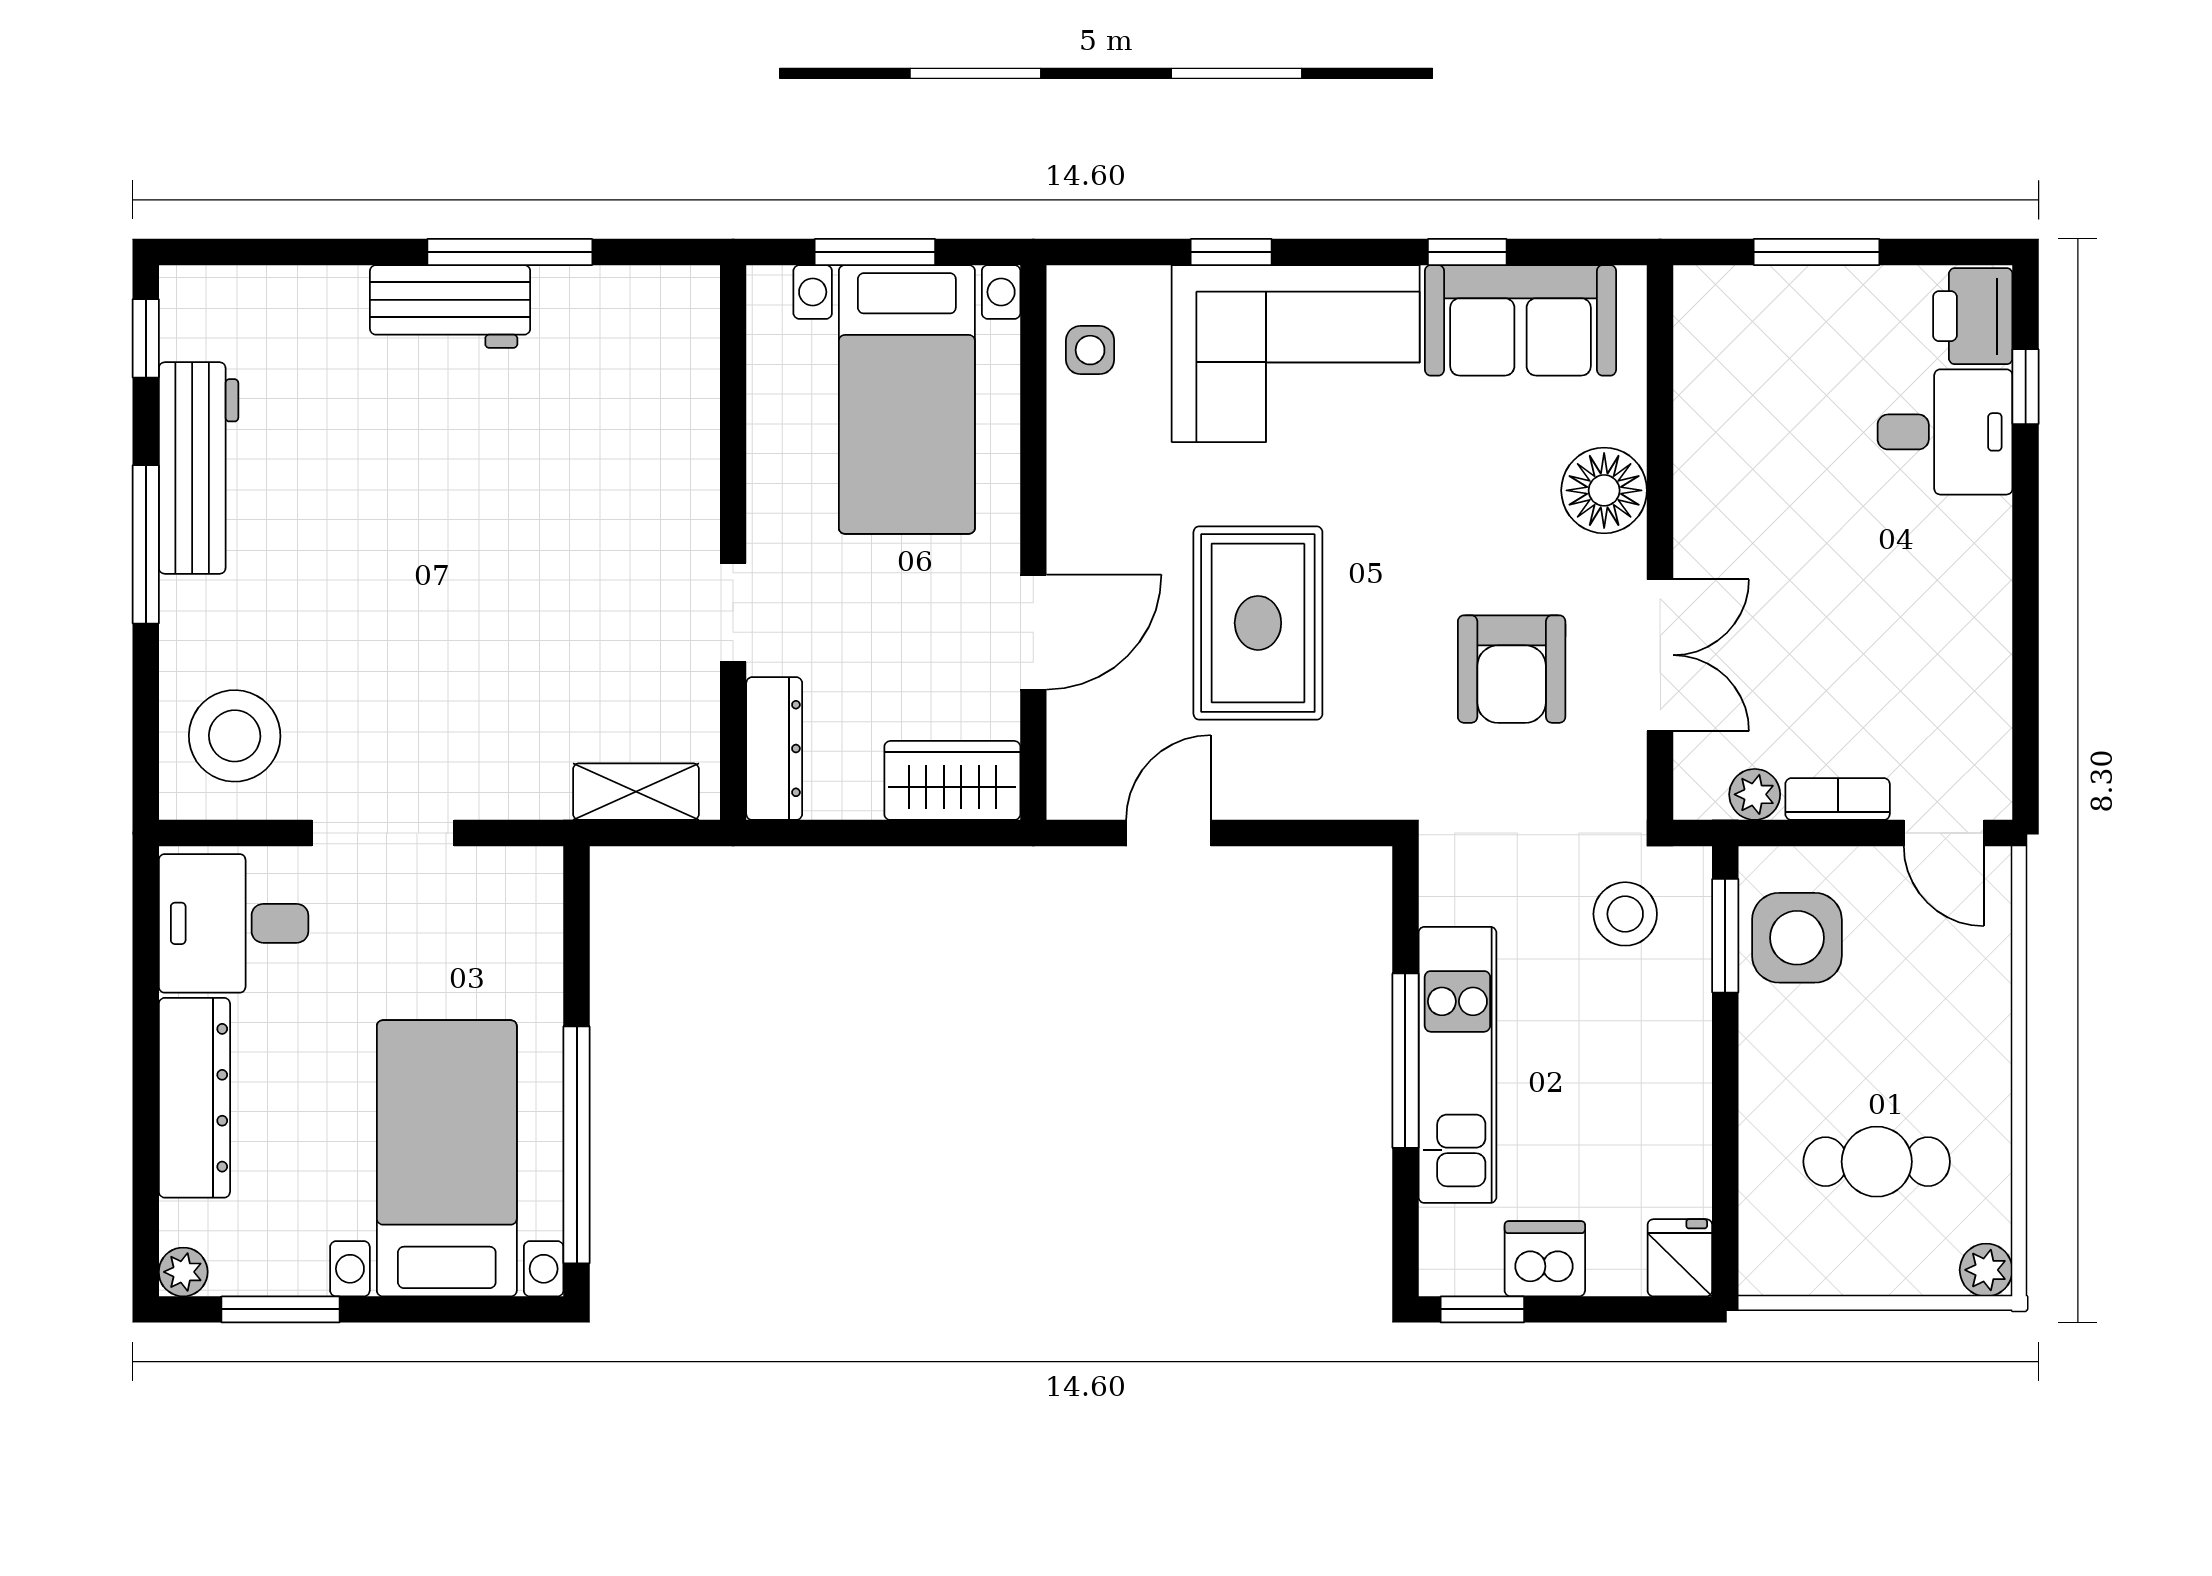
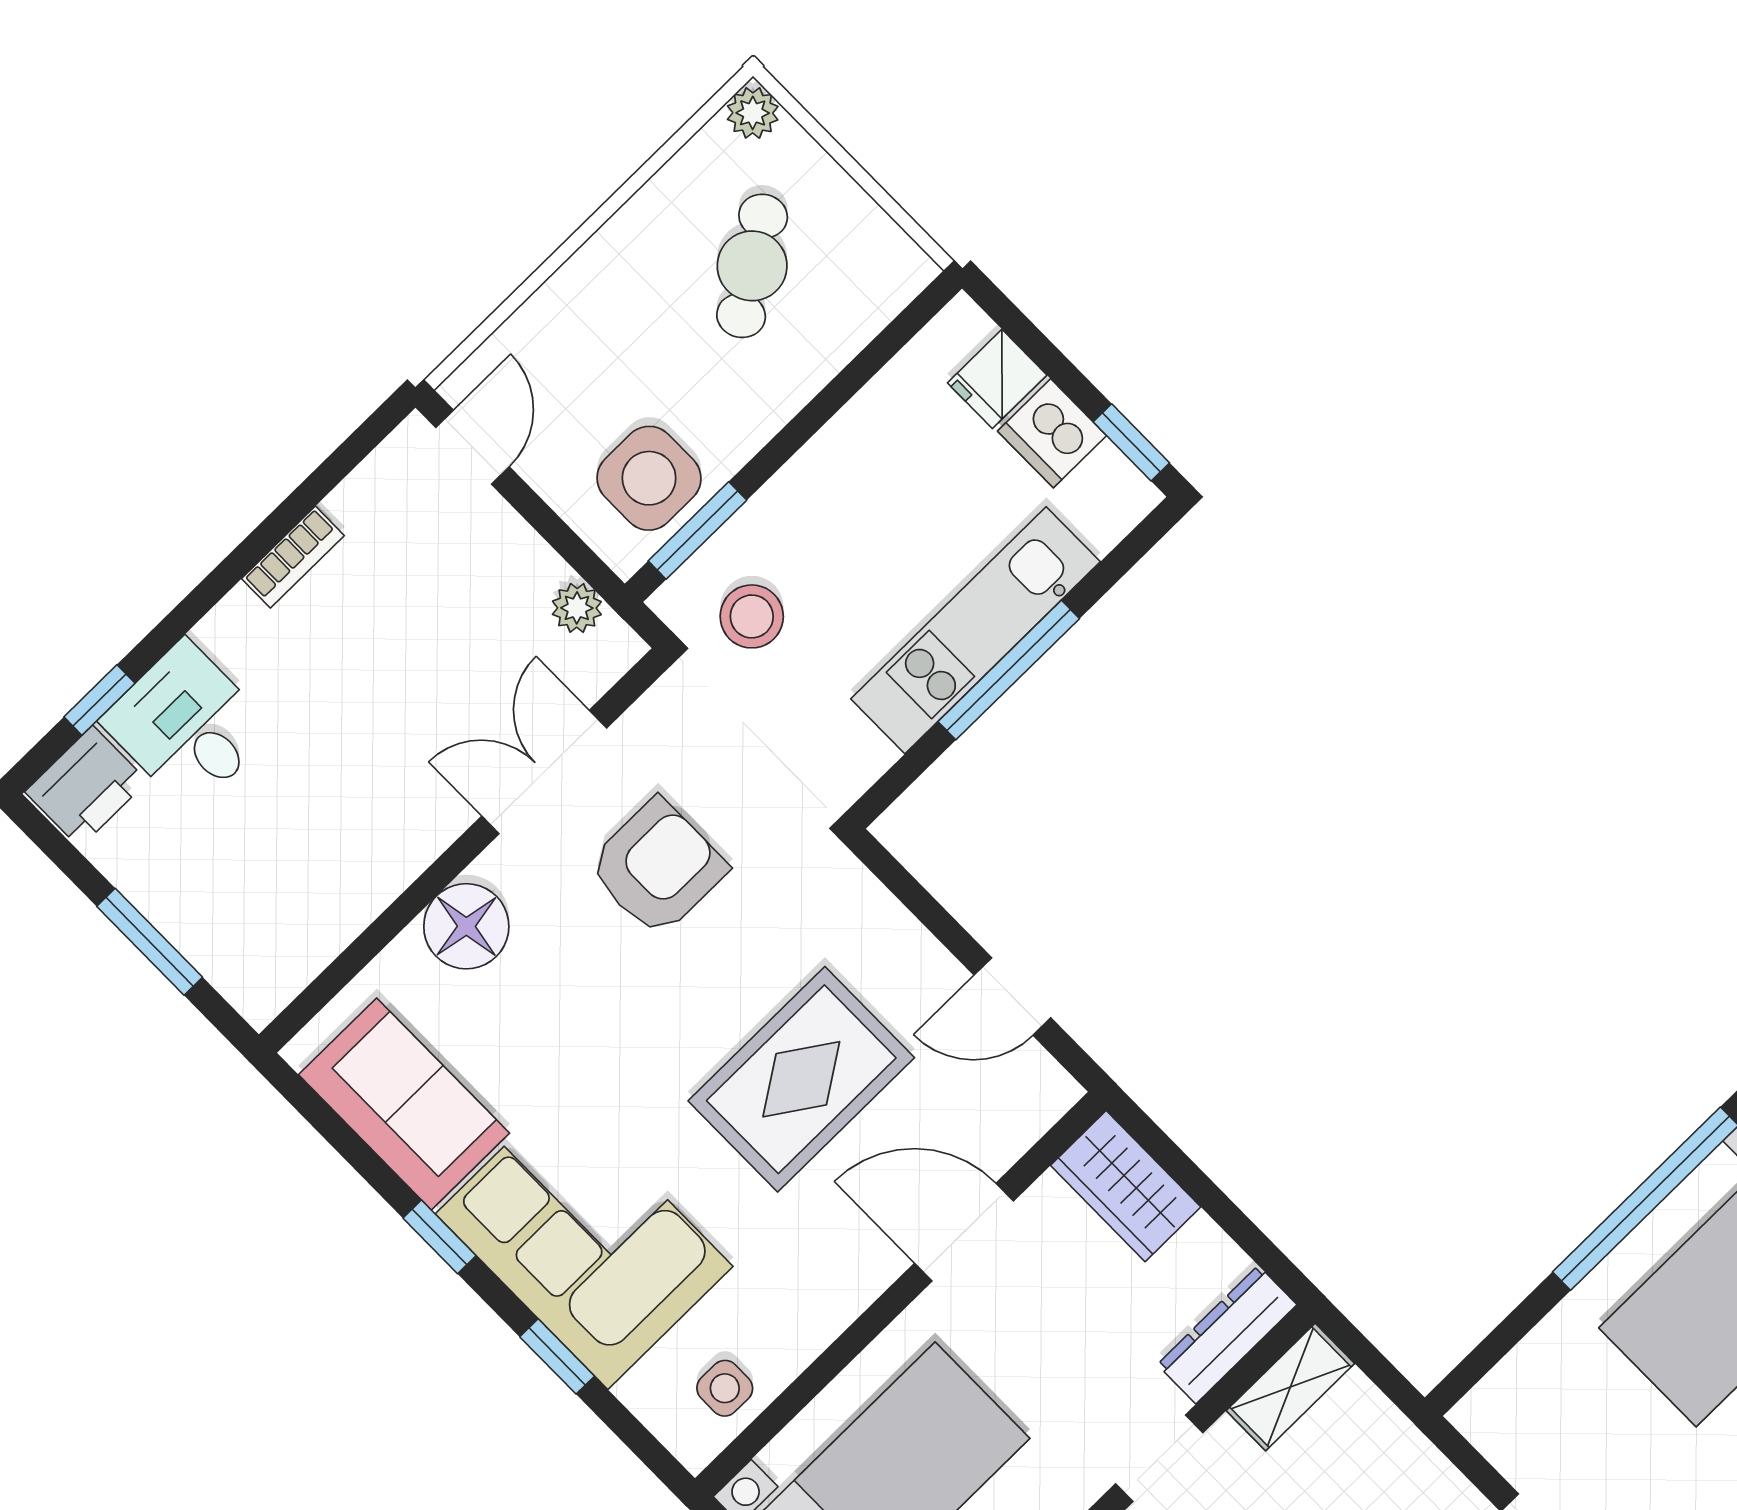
window: (1467, 252) -> (440, 1237), moved
shelving: (636, 792) -> (1290, 1387), moved, turned 90
bookcase: (1838, 799) -> (293, 557), moved, turned -90
cafe table: (1877, 1162) -> (752, 266), turned 57
fridge: (1680, 1258) -> (997, 379), moved

